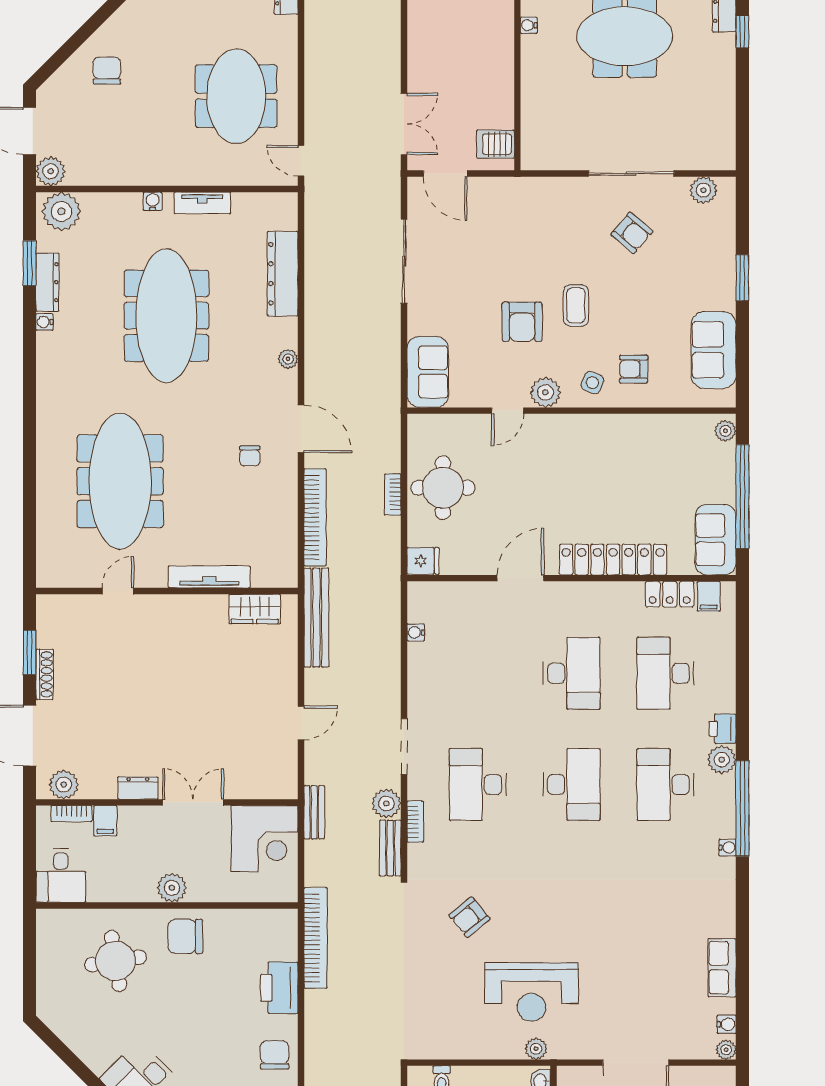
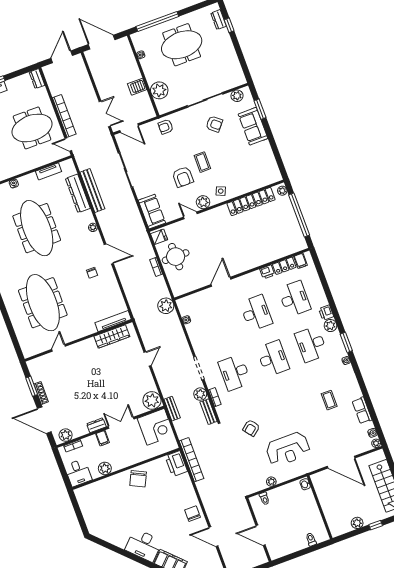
meeting table: (236, 96) -> (32, 128), turned 90
plant: (540, 117) -> (159, 90), added
server rack: (495, 144) -> (137, 87), moved
tv unit: (202, 203) -> (49, 171), moved
window: (742, 278) -> (260, 109), moved
sofa: (714, 350) -> (253, 126), moved
armchair: (634, 369) -> (166, 127), moved
door: (508, 411) -> (190, 215), swing flipped
bookcase: (315, 517) -> (64, 116), moved
sofa: (715, 540) -> (295, 237), removed
locker: (613, 560) -> (251, 202), moved, turned 180
fridge: (423, 561) -> (159, 237), moved
tv unit: (209, 577) -> (113, 321), moved
plant: (383, 586) -> (166, 306), added
printer: (628, 594) -> (267, 272), added
wardrobe: (255, 609) -> (112, 336), width x1.50
bench: (316, 618) -> (92, 190), moved
desk: (665, 673) -> (294, 299), turned 180
door: (301, 723) -> (148, 359), moved
plant: (277, 779) -> (152, 400), added
window: (742, 808) -> (346, 342), width x0.47
filing cabinet: (105, 821) -> (102, 438), moved
plant: (172, 888) -> (105, 468), moved
coffee table: (659, 919) -> (329, 400), added
chair: (185, 936) -> (138, 479), turned -64
round table: (115, 961) -> (113, 499), removed
printer: (279, 988) -> (176, 464), moved
plant: (536, 1049) -> (271, 482), moved

